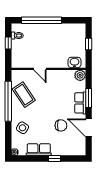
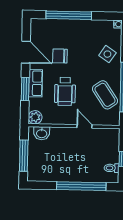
window: (89, 44) -> (24, 156), width x2.17
wheelchair: (56, 97) -> (65, 91), added
row of seats: (39, 150) -> (88, 27), removed
window: (54, 159) -> (69, 15), width x3.17

